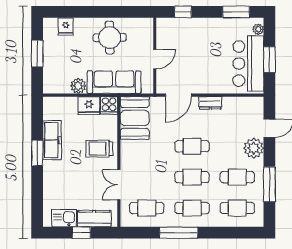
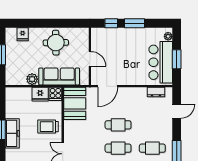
window: (236, 12) -> (135, 23), moved
door: (155, 59) -> (90, 59), hinge flipped
dresser: (210, 103) -> (156, 92), moved
freezer: (52, 140) -> (12, 133), moved
plant: (254, 148) -> (165, 126), removed

